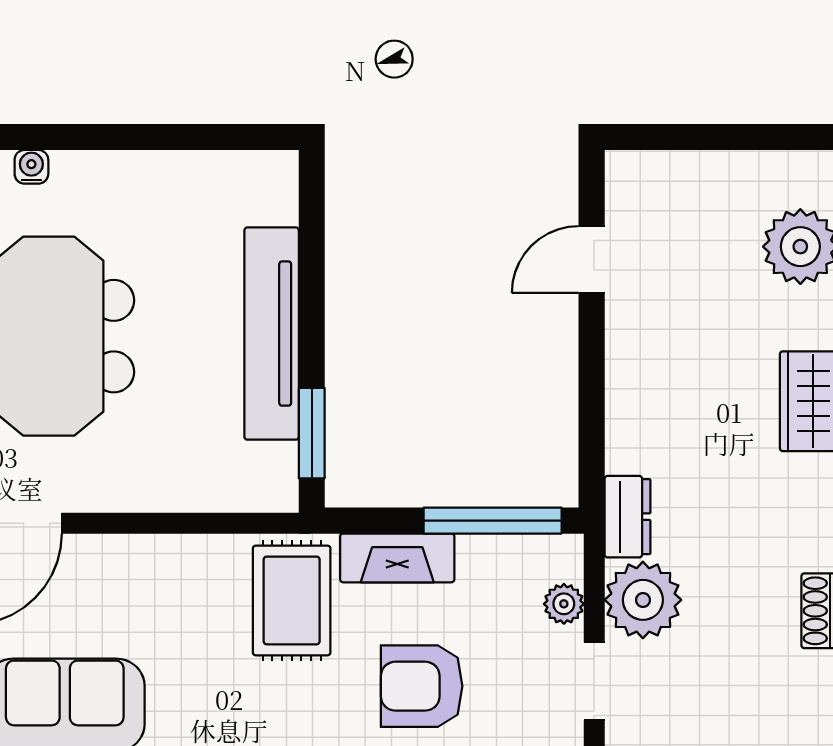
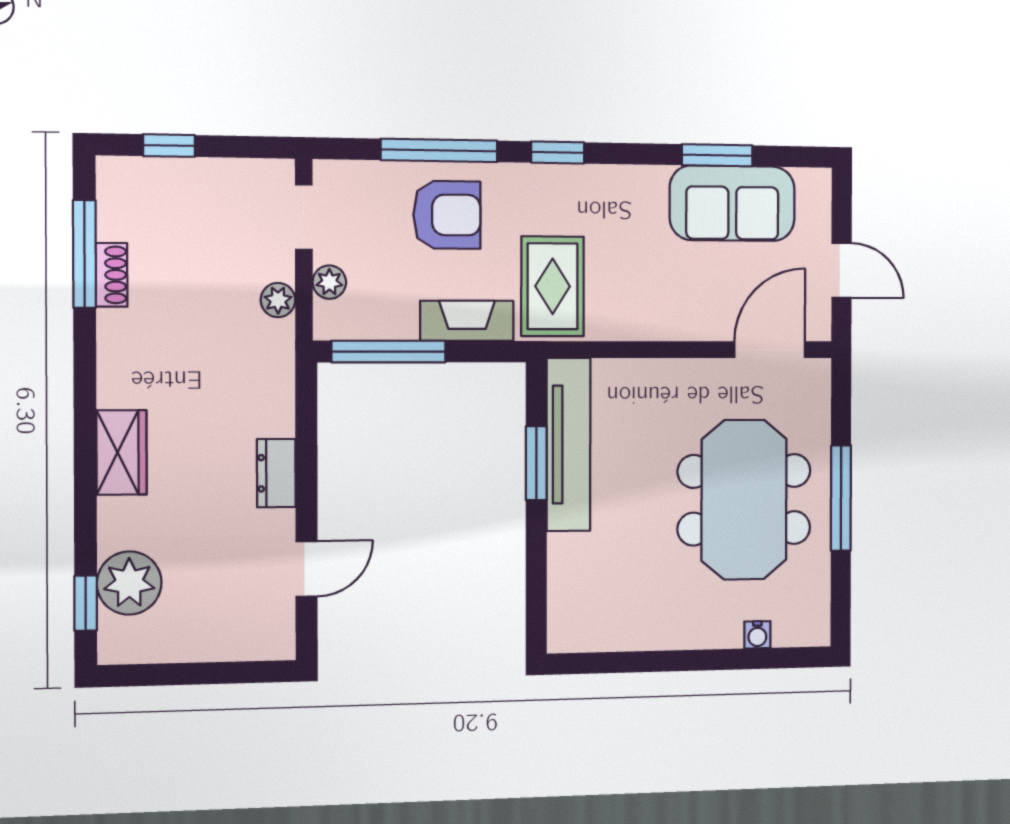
tv unit: (272, 334) -> (569, 444), moved
window: (312, 433) -> (536, 463), moved
dresser: (627, 517) -> (276, 473), moved
plant: (643, 600) -> (278, 300), width x0.53, depth x0.53

